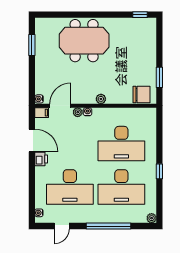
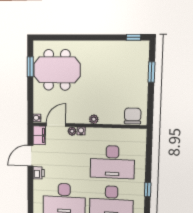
meeting table: (84, 41) -> (57, 70), moved
window: (159, 77) -> (152, 72), moved
chair: (141, 94) -> (133, 116), turned -90
filing cabinet: (42, 113) -> (39, 135), width x2.00
door: (32, 140) -> (30, 156), swing flipped

